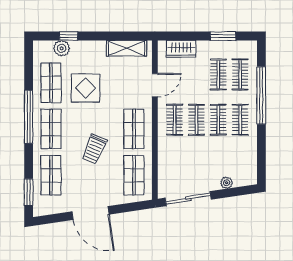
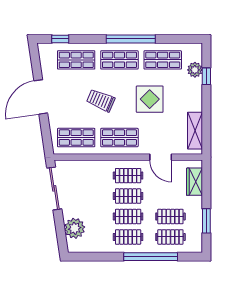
display table: (86, 88) -> (150, 99), moved
plant: (227, 183) -> (75, 228), width x1.87, depth x1.87
window: (29, 192) -> (60, 39), width x0.67

